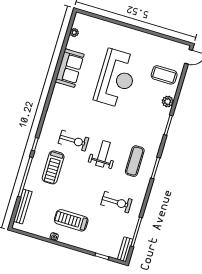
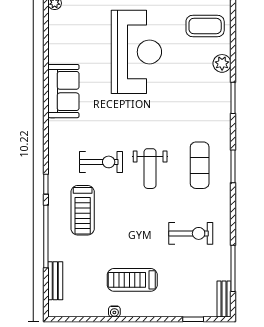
sofa: (70, 68) -> (63, 91), moved
weight bench: (103, 154) -> (150, 169), turned 180
bench: (23, 206) -> (55, 281), width x0.73

